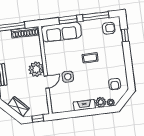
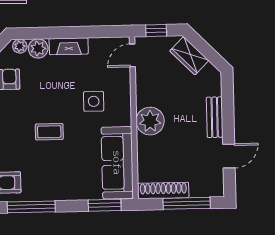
window: (68, 20) -> (105, 205), moved
sofa: (61, 32) -> (117, 163), moved, turned -90
door: (47, 82) -> (132, 55), moved

